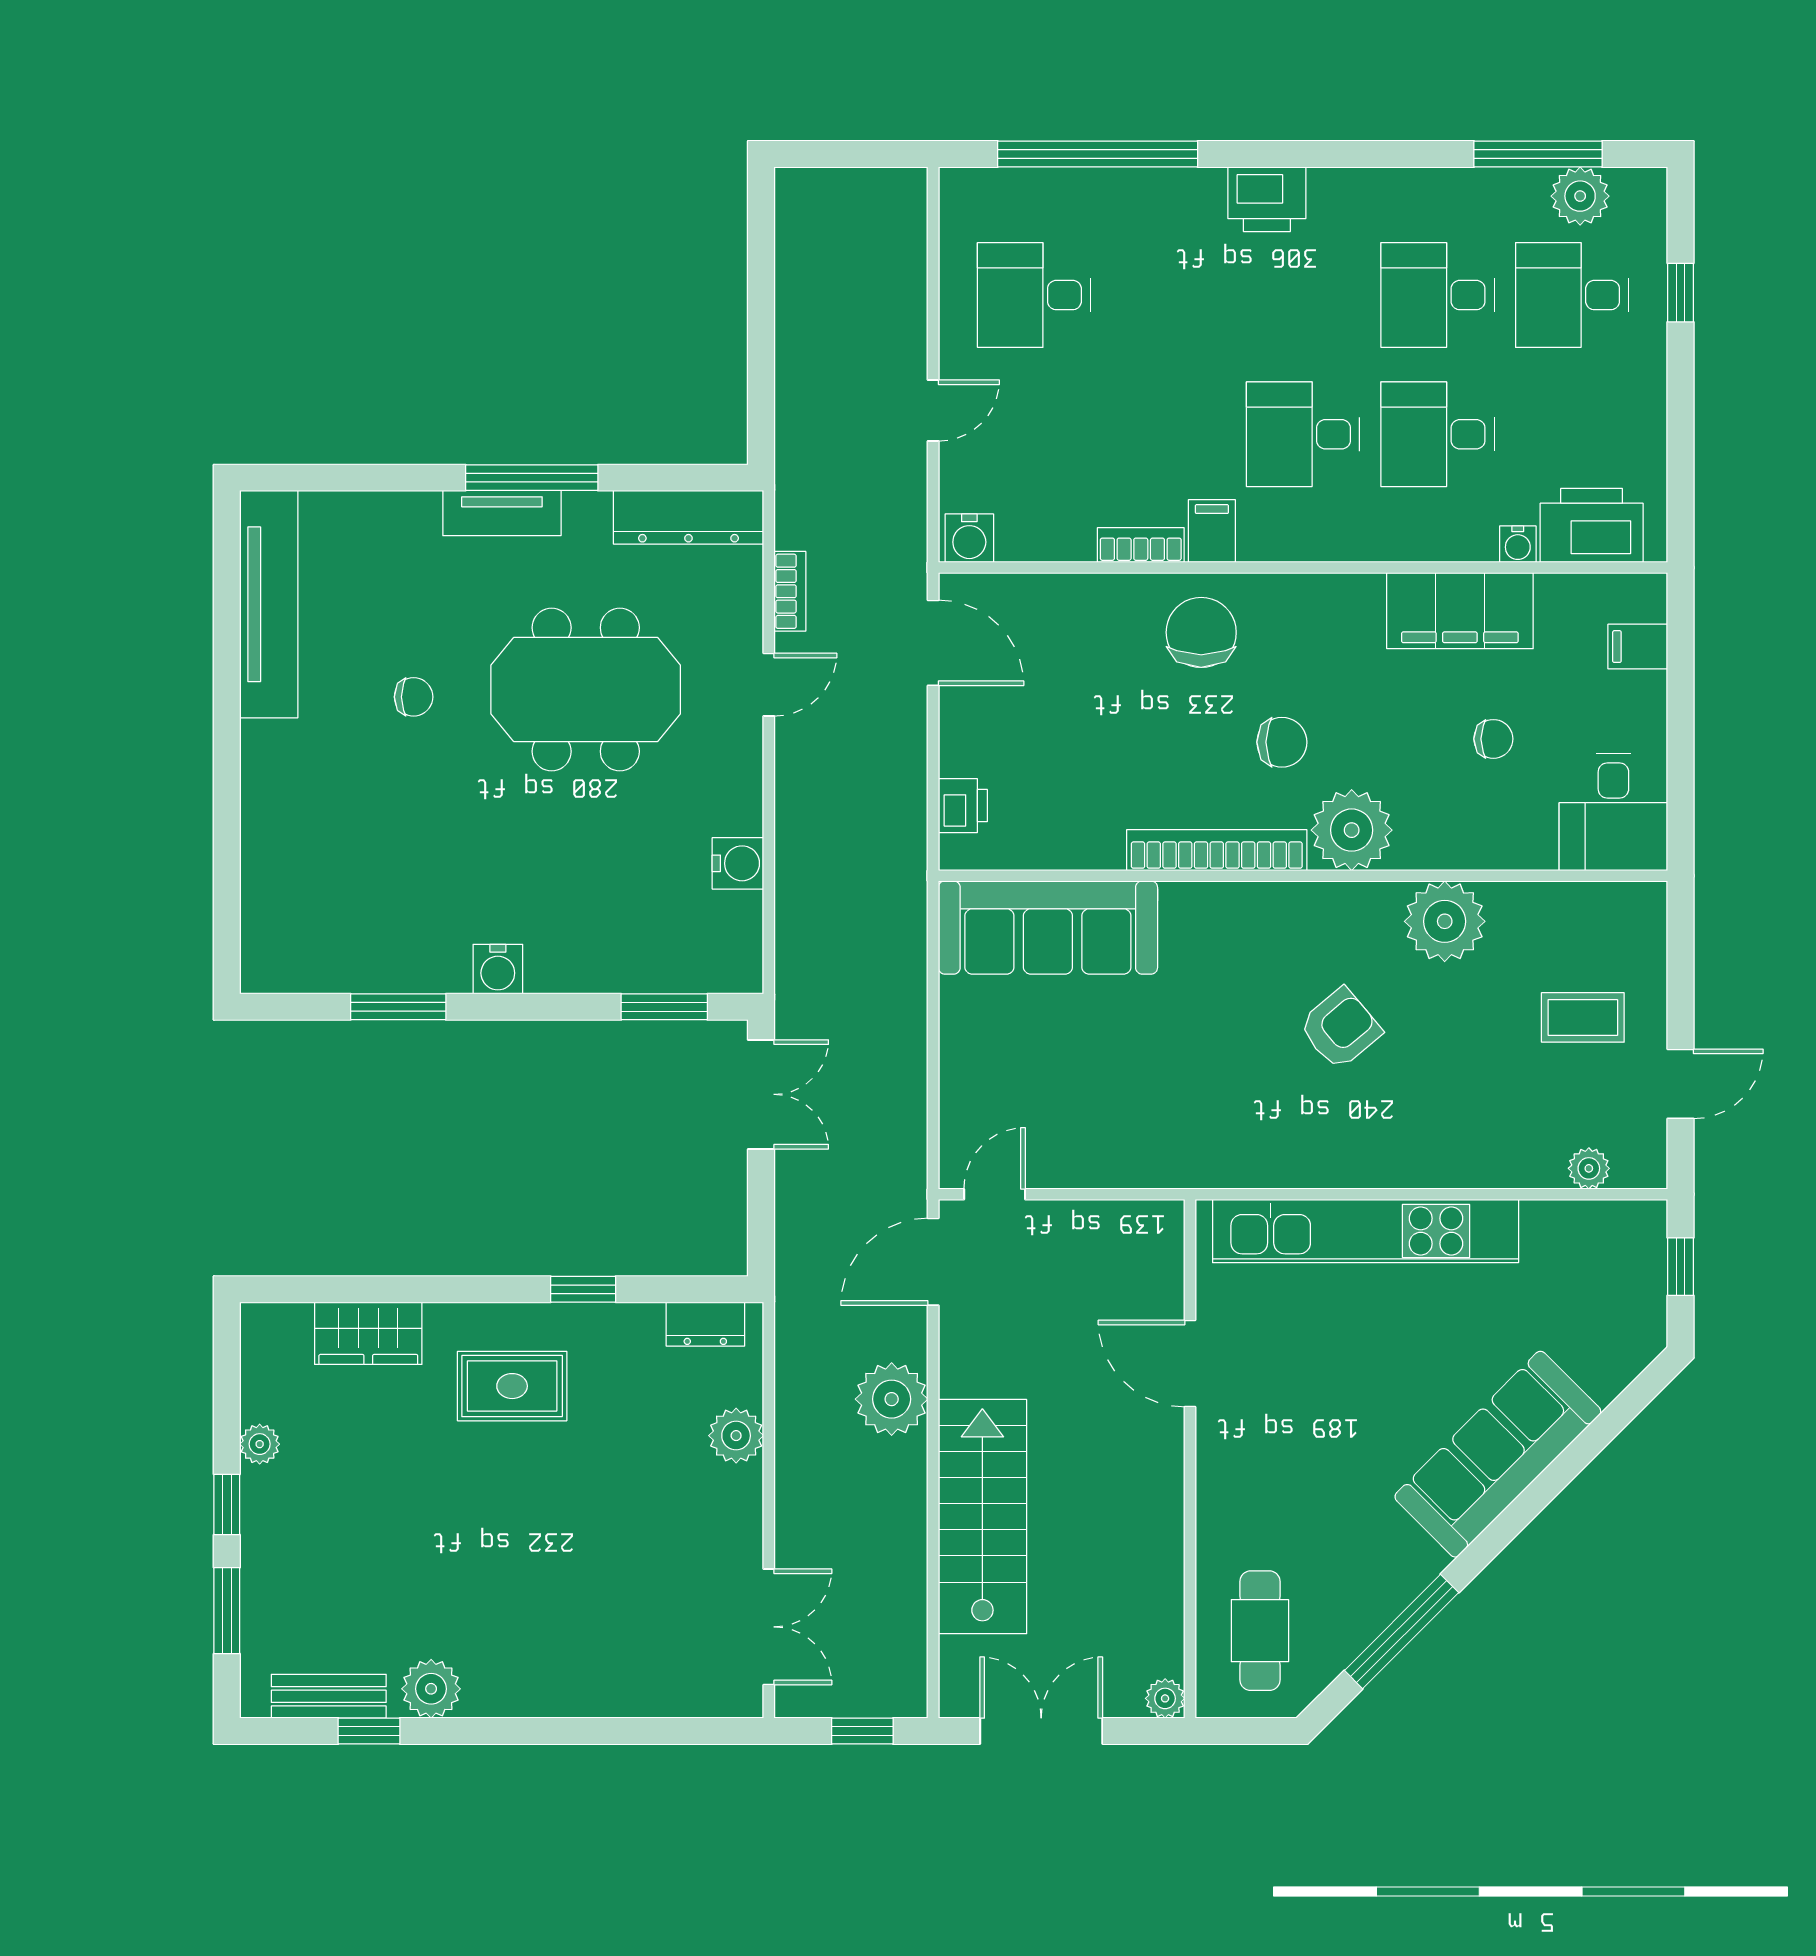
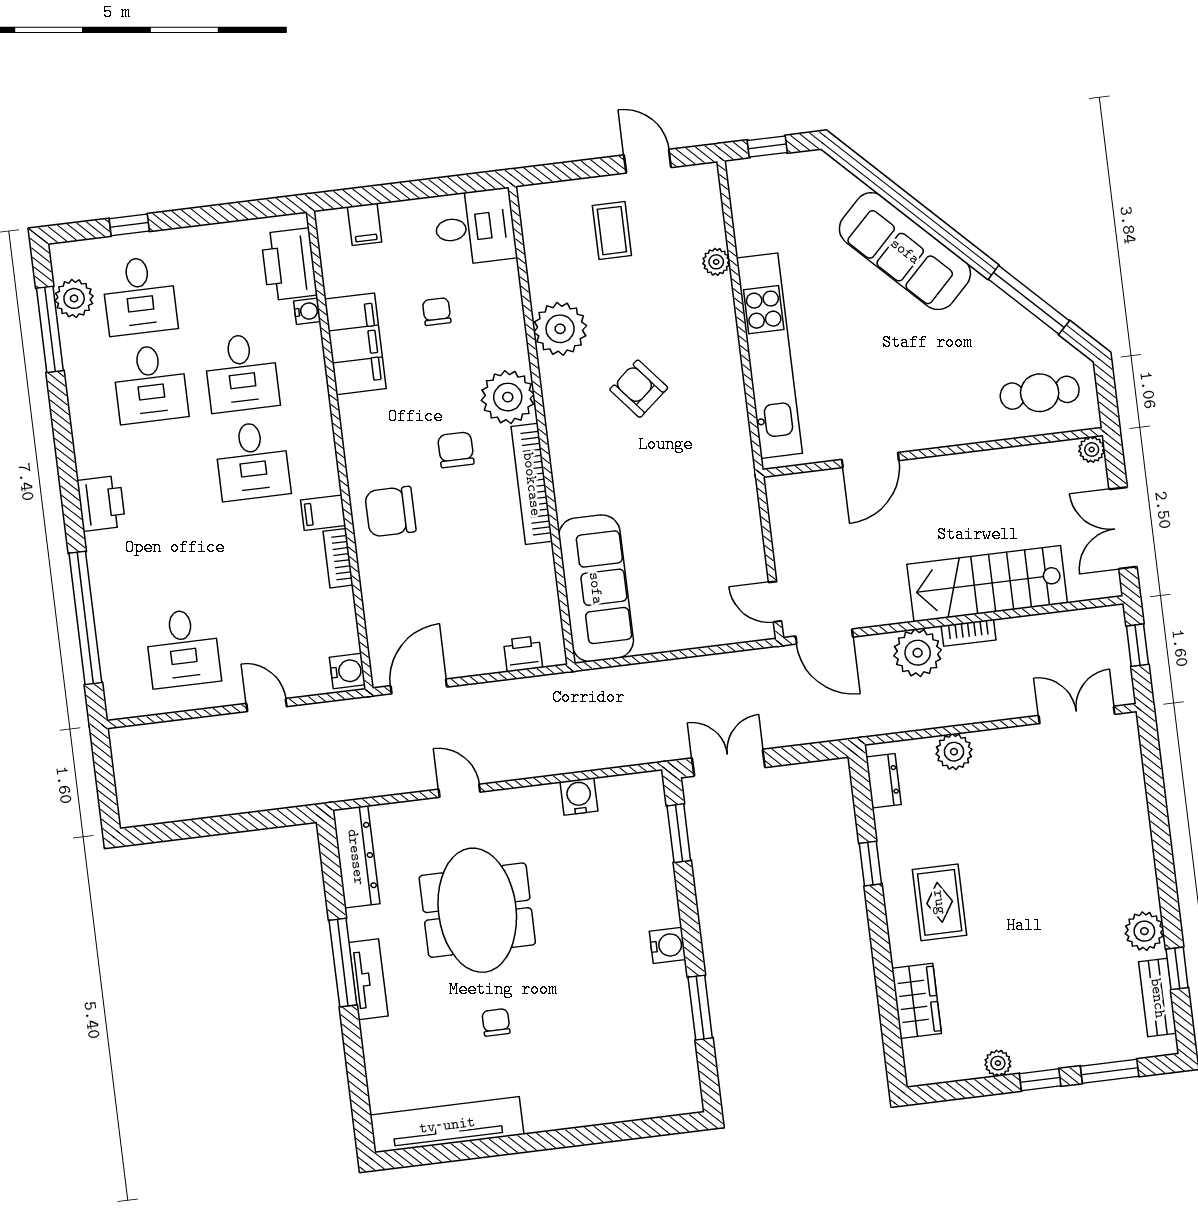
bookcase: (790, 591) -> (969, 633), moved, turned 180
plant: (1589, 1168) -> (716, 262), moved

